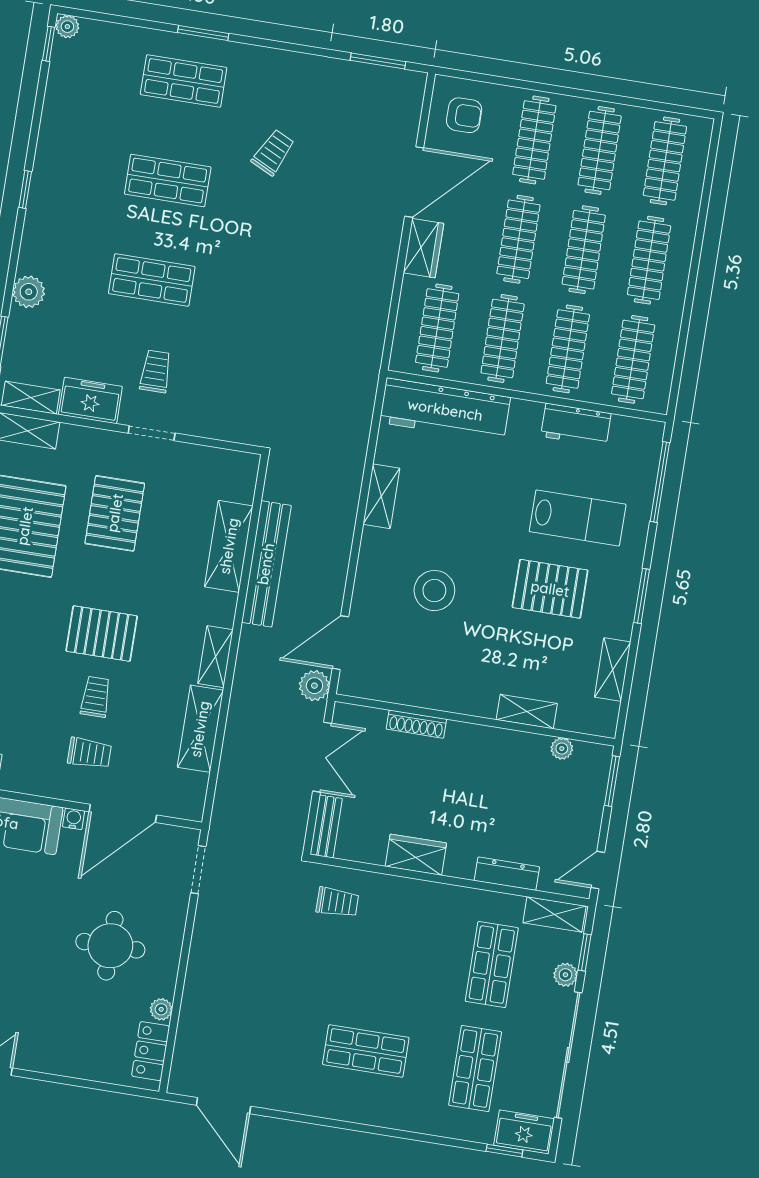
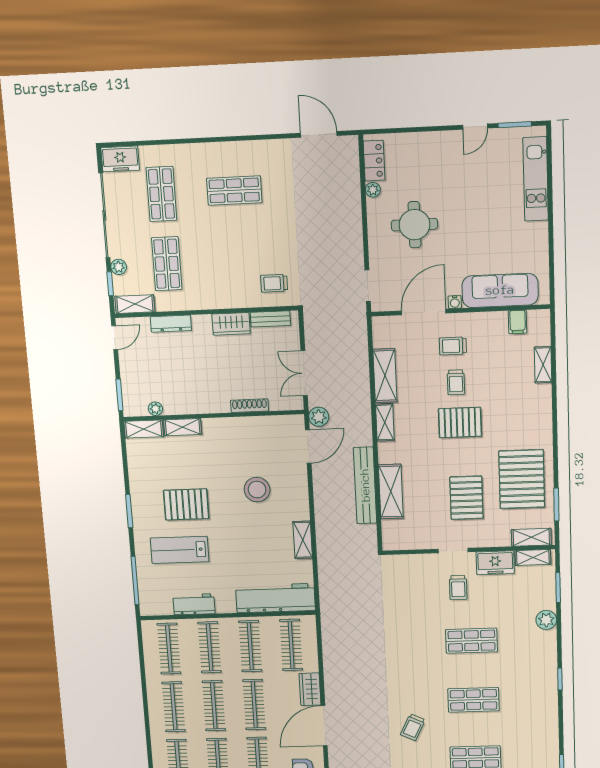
shelving: (613, 670) -> (144, 429), moved, turned 90
bench: (326, 826) -> (270, 319), moved, turned 90
window: (504, 1151) -> (130, 144), removed

